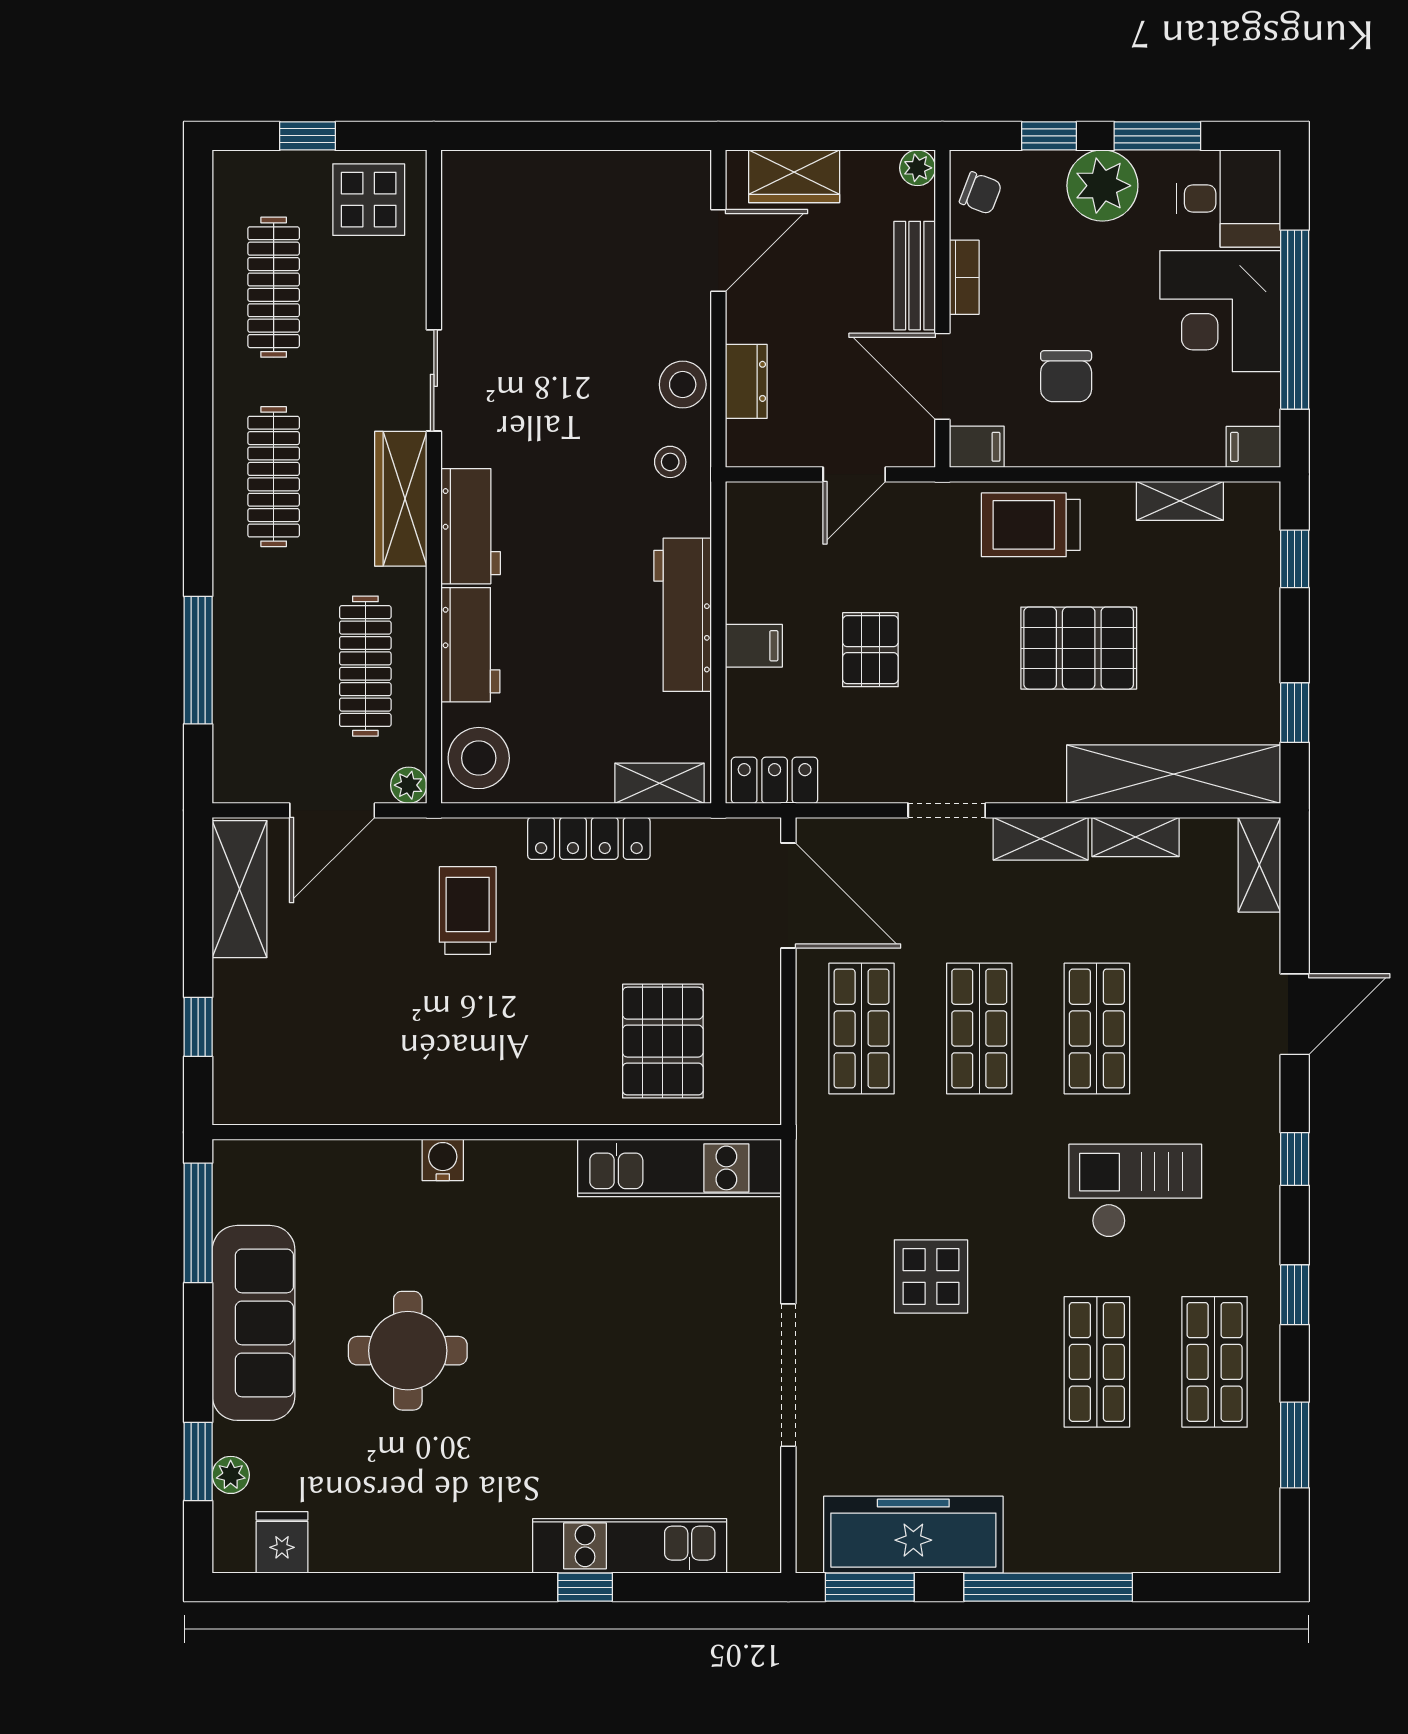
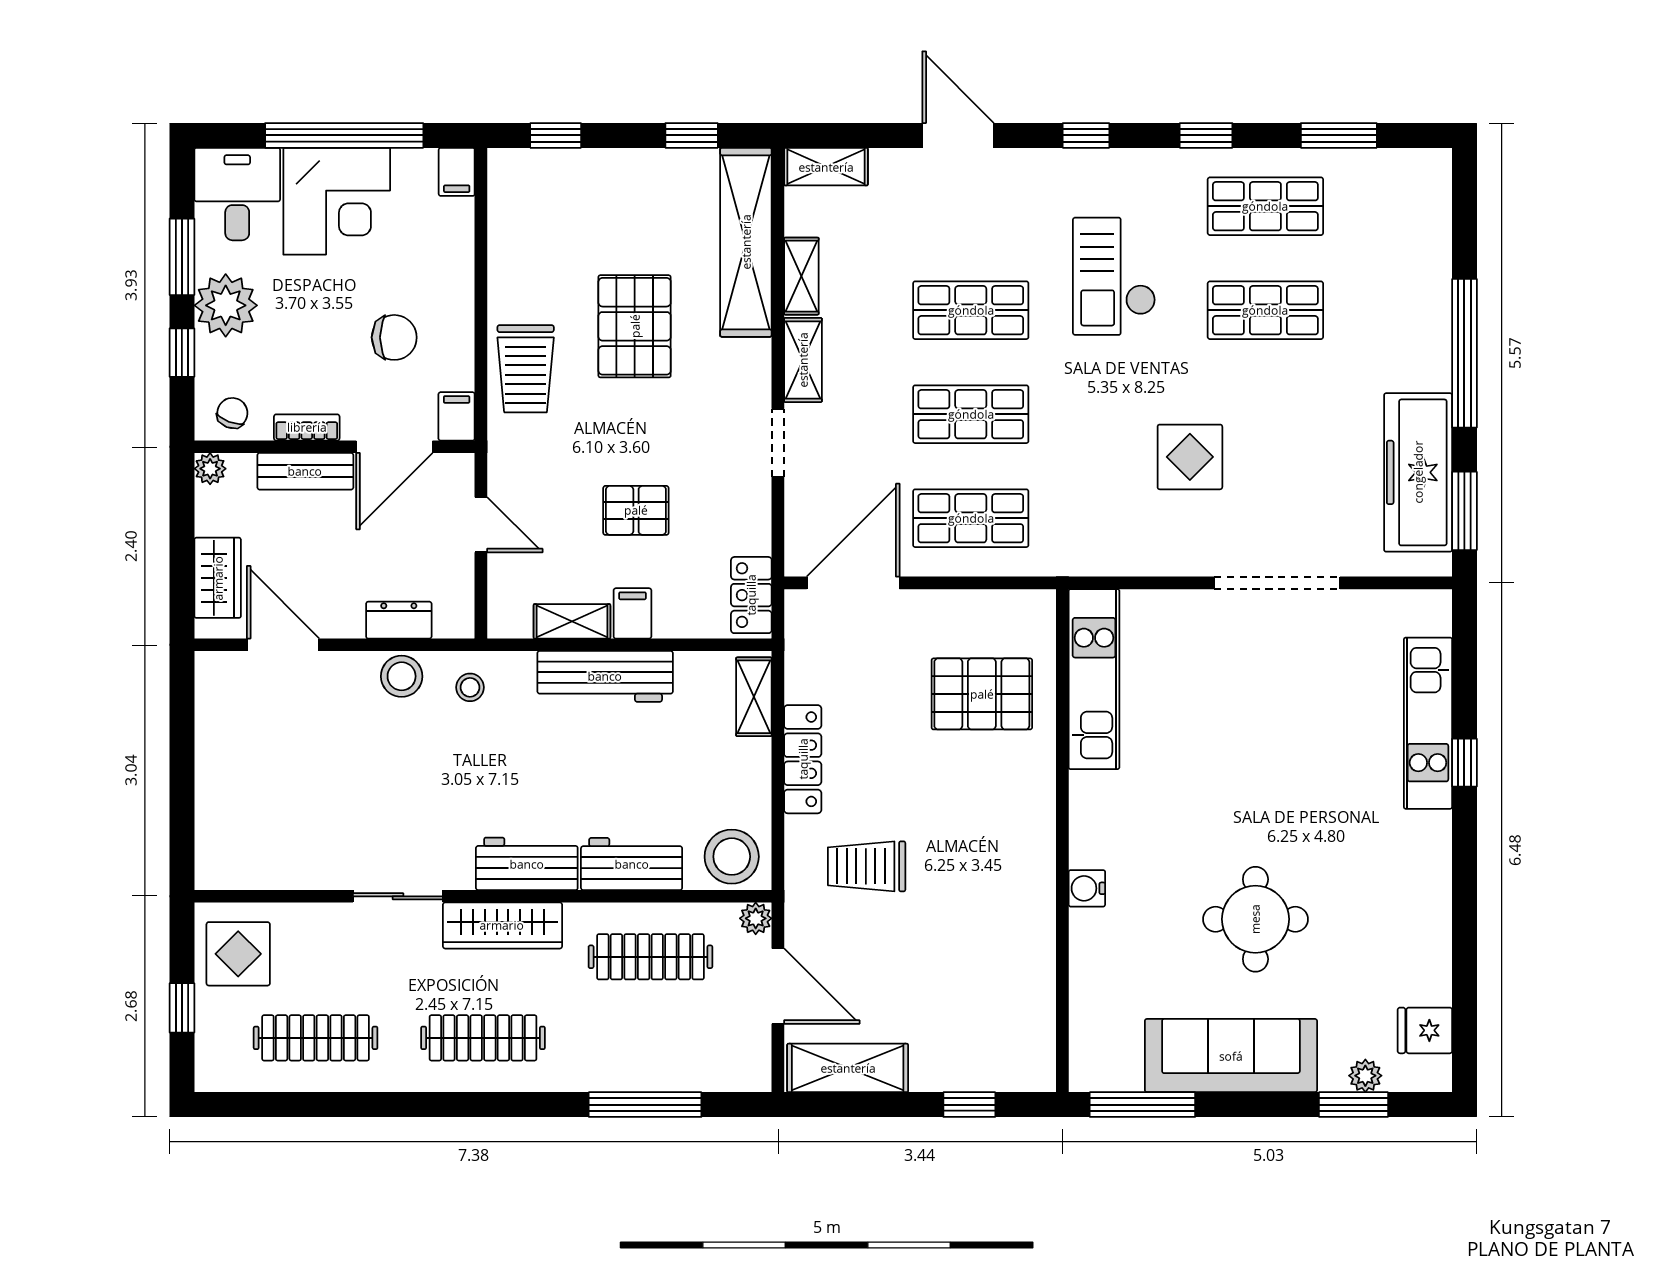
shelving: (1180, 501) -> (572, 621), moved, turned 90

